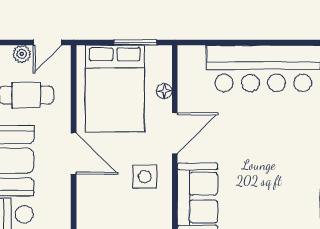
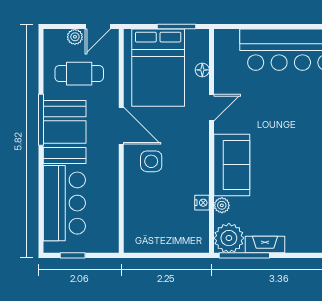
door: (175, 133) -> (212, 108), width x0.73
side table: (145, 177) -> (151, 161), moved

